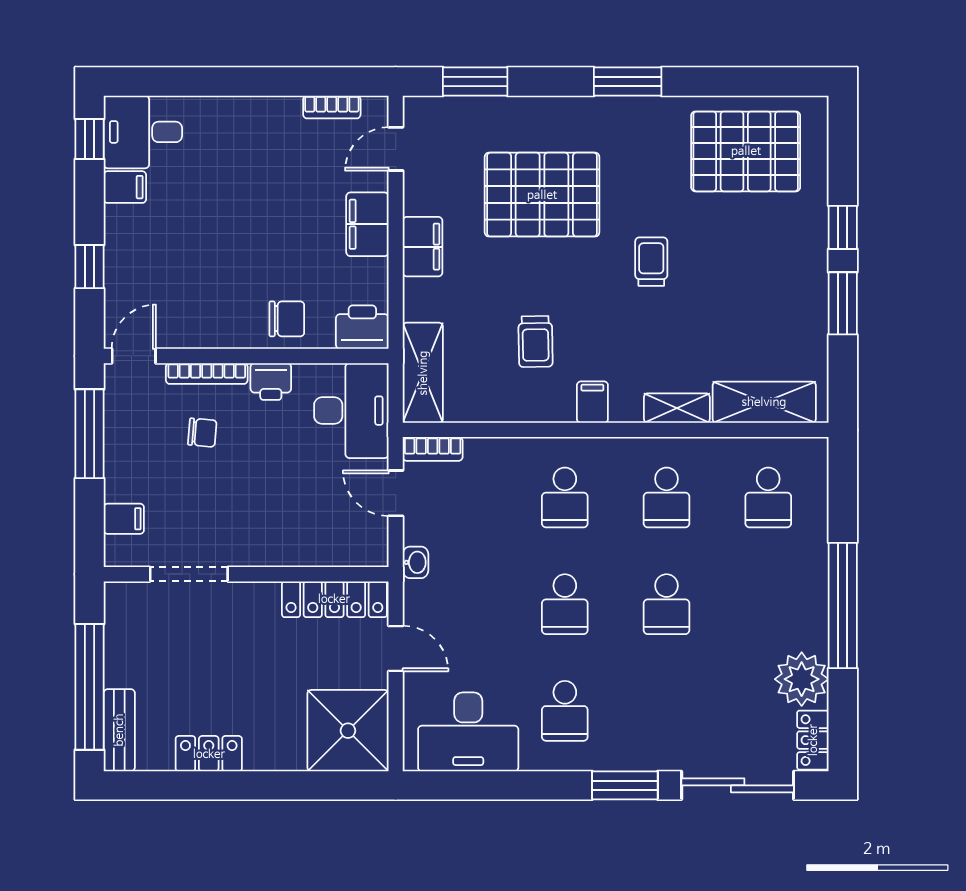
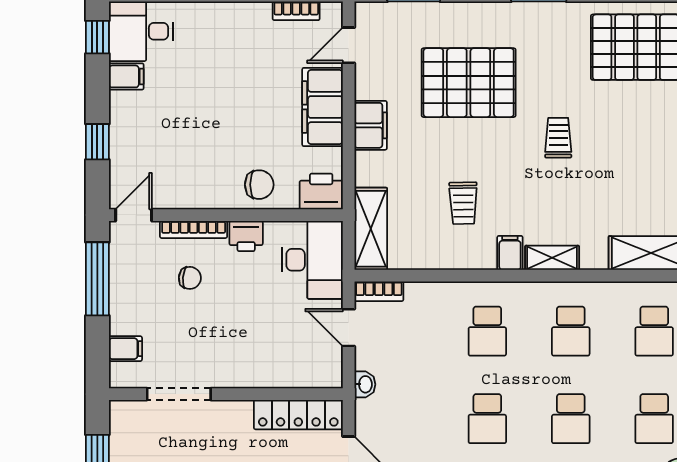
filing cabinet: (367, 224) -> (322, 107), width x1.50, depth x1.17
shelving: (677, 408) -> (552, 258), moved
school desk: (768, 604) -> (654, 419), added

